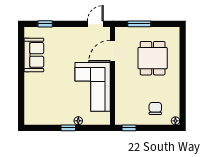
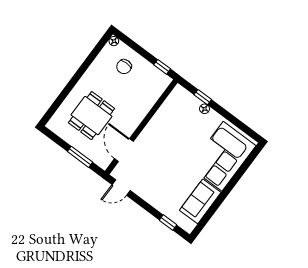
door: (113, 51) -> (124, 150), swing flipped
corner sofa: (93, 87) -> (223, 156), moved, turned 180
window: (68, 128) -> (203, 97), moved

